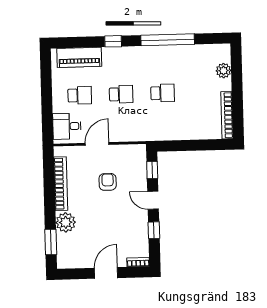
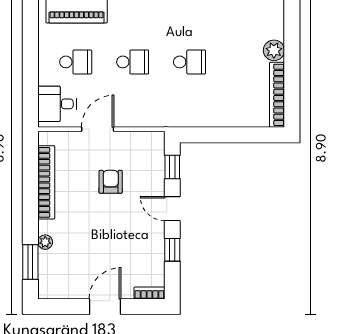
plant: (224, 71) -> (274, 50), moved
plant: (66, 222) -> (45, 242), width x0.53, depth x0.53

